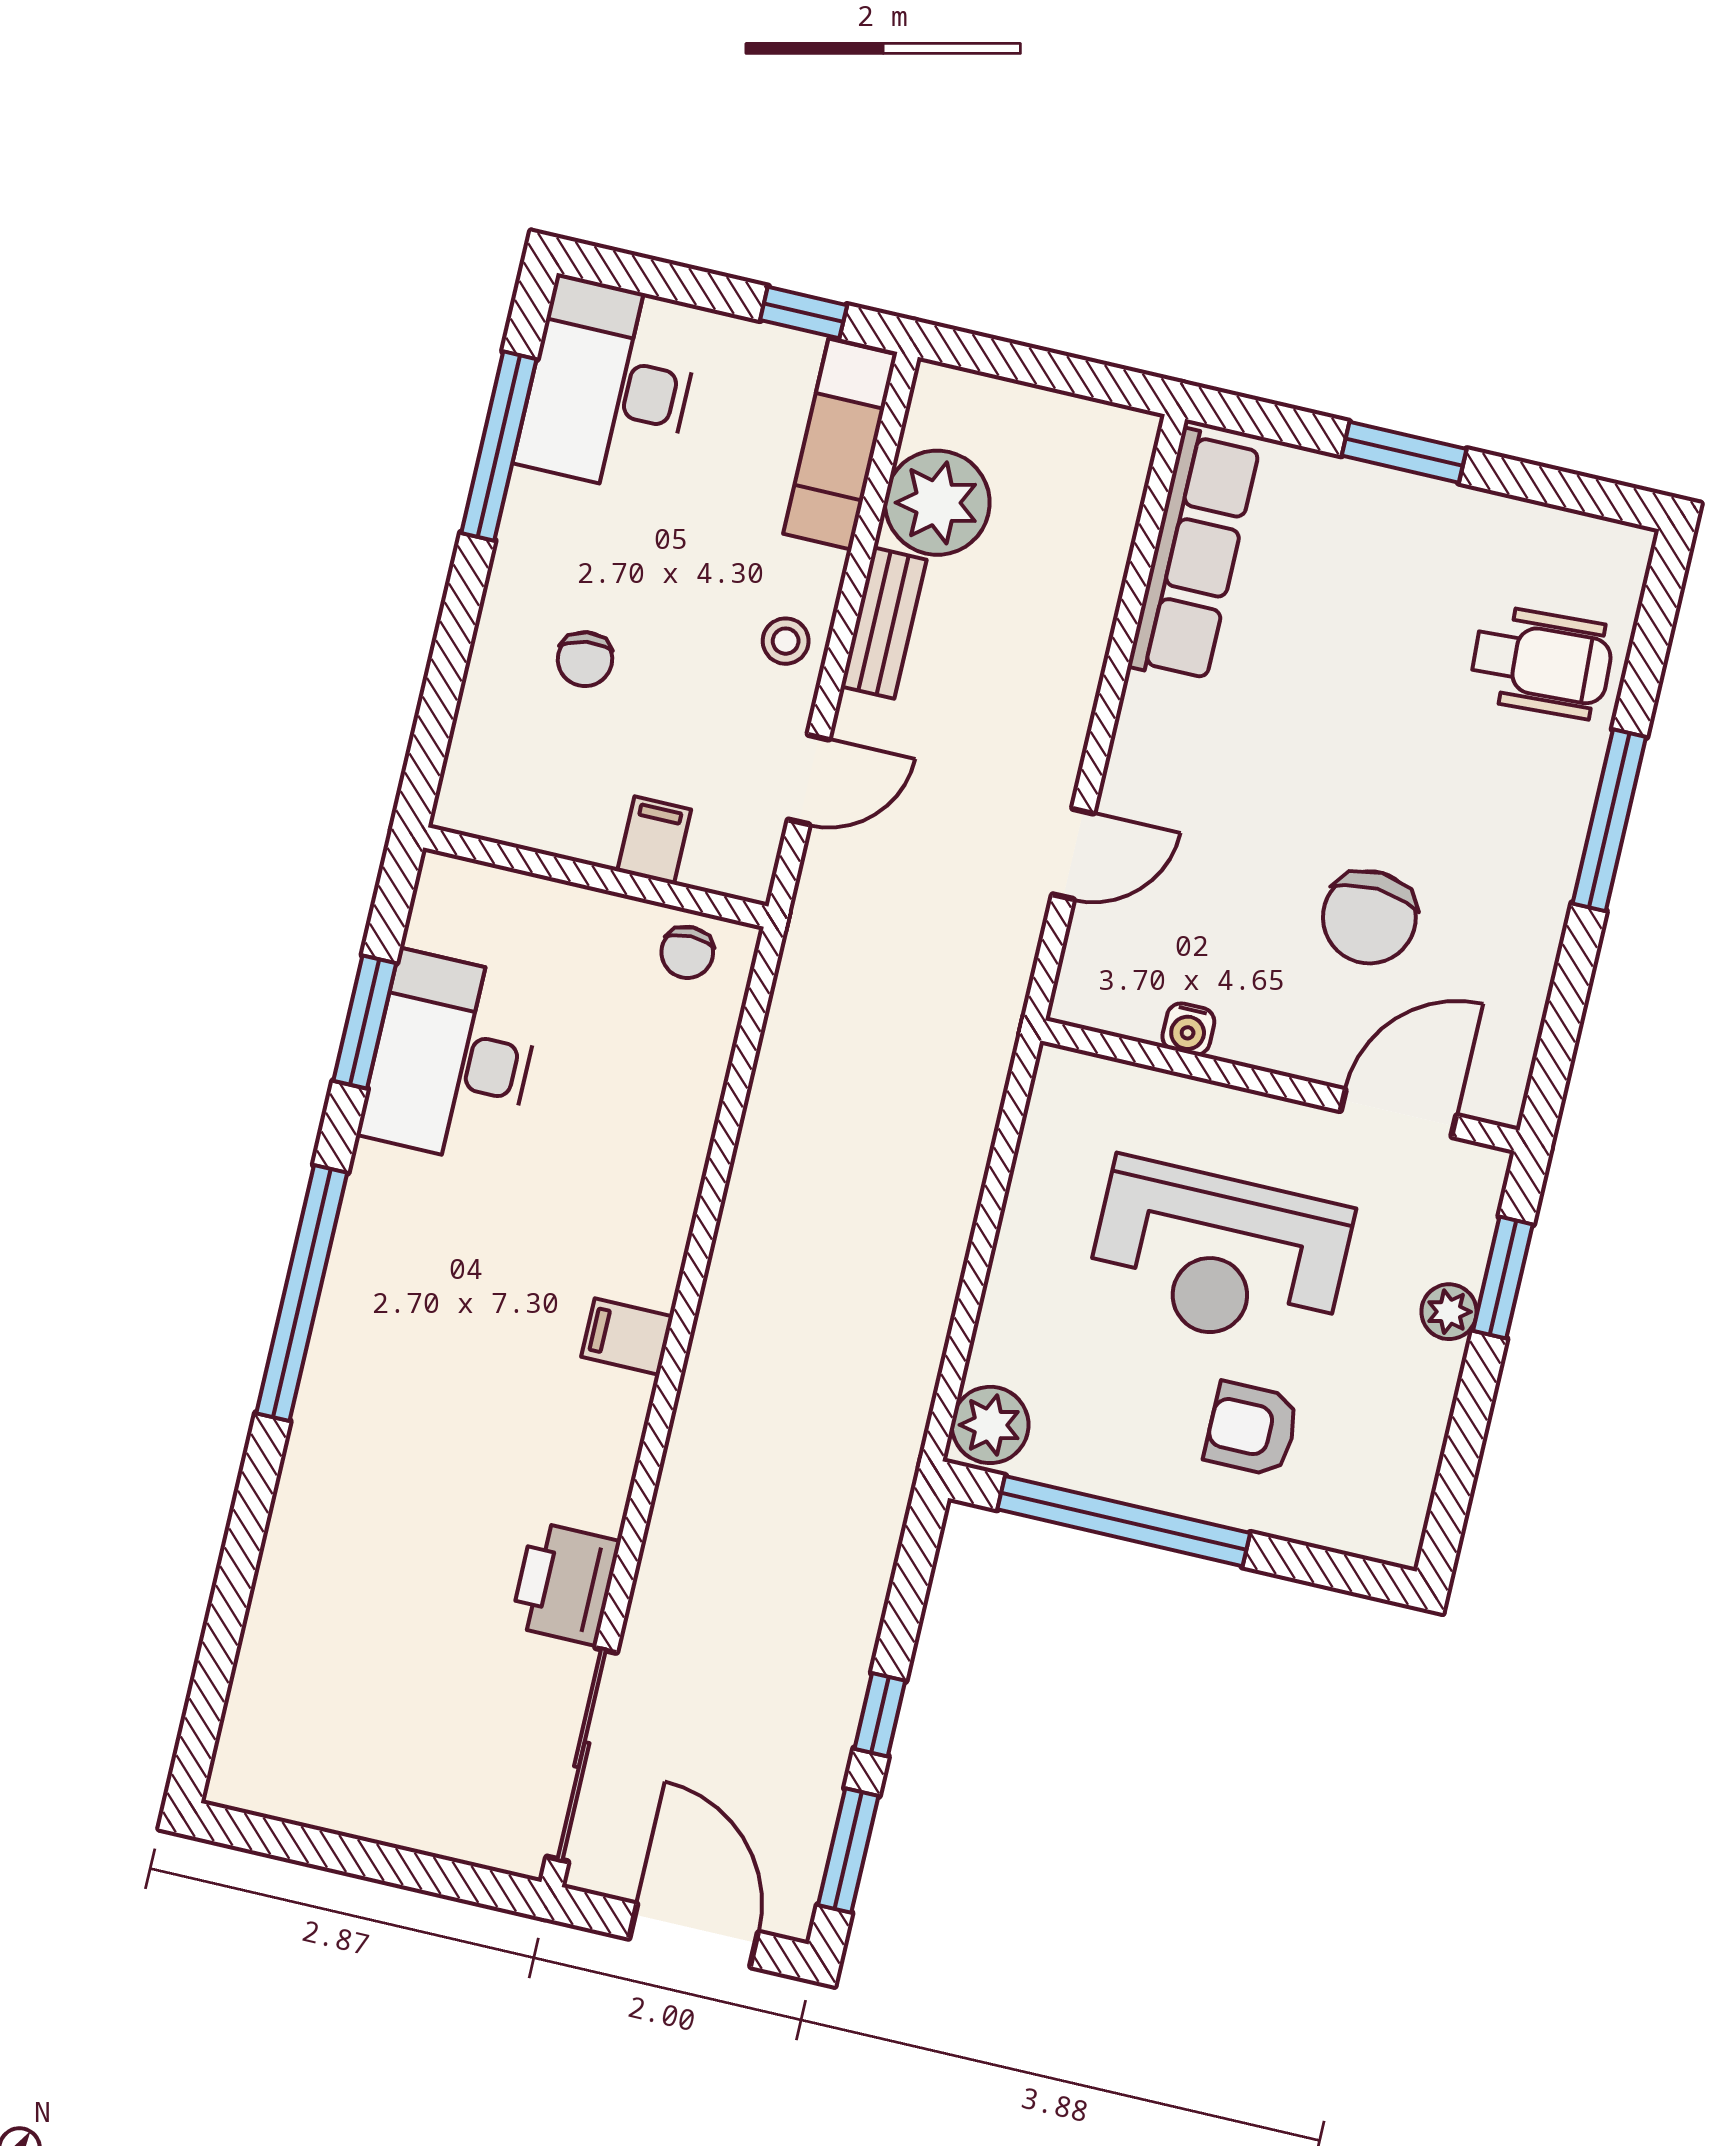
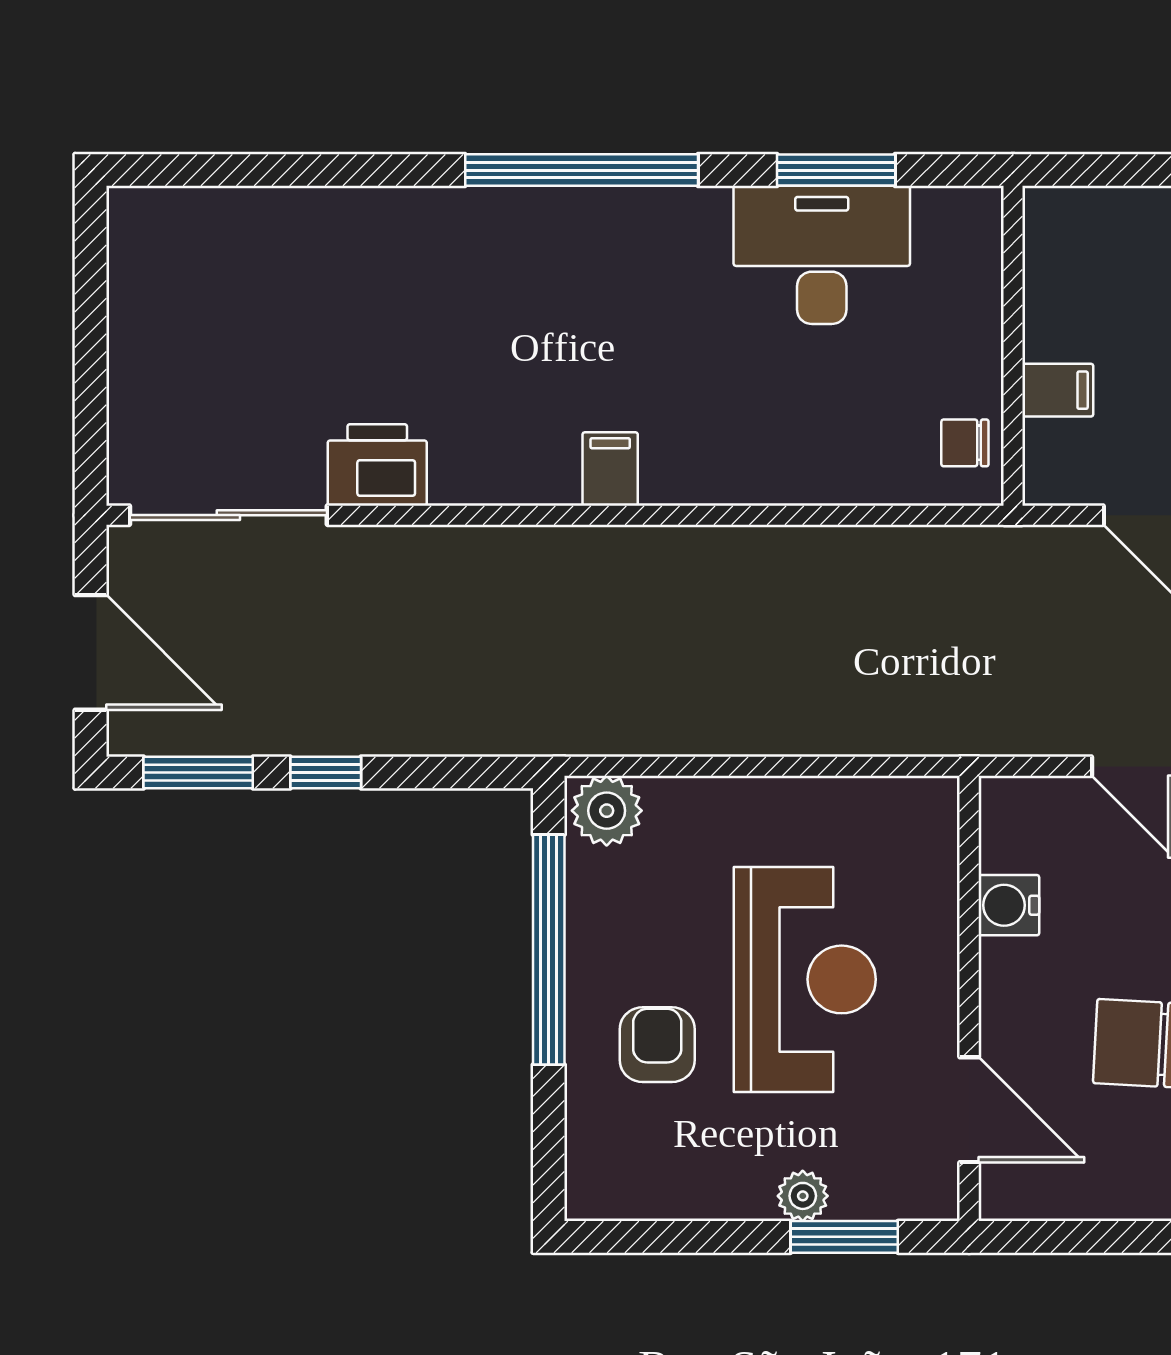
water cooler: (1188, 1029) -> (1009, 905), width x1.38, depth x1.38
reception desk: (1219, 1256) -> (805, 979), turned 180
door: (694, 1935) -> (91, 652), hinge flipped

